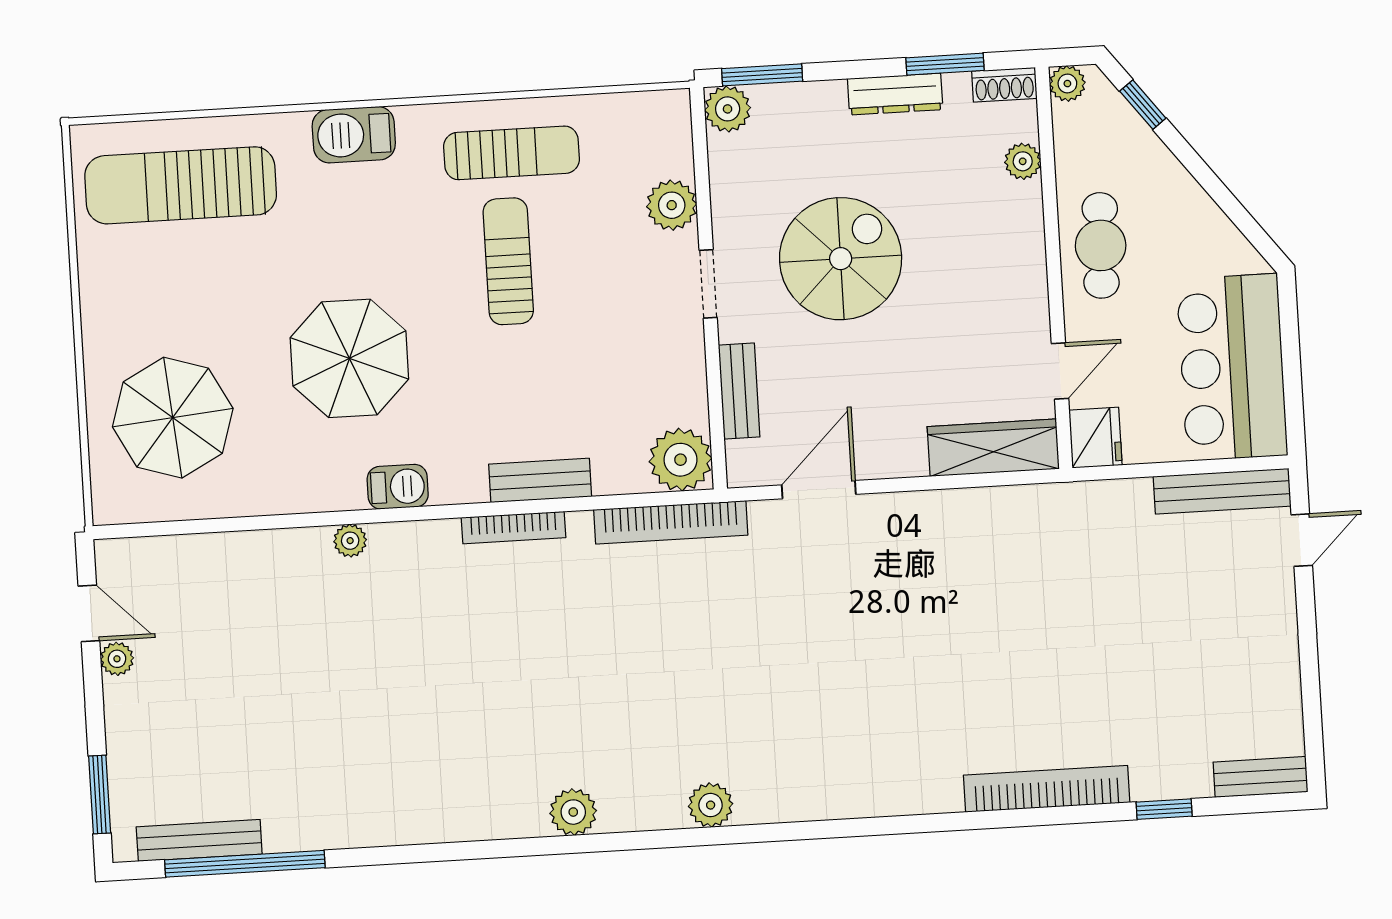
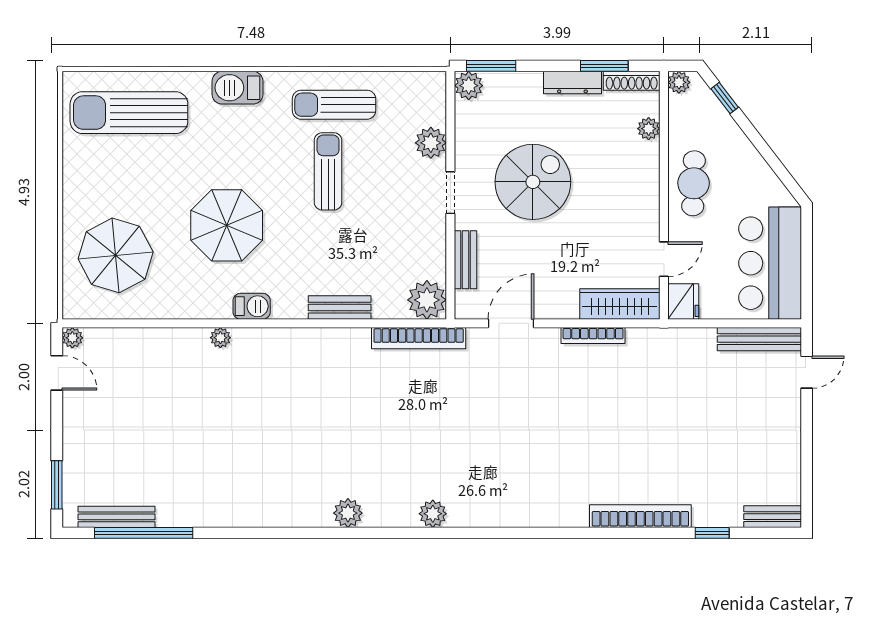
shoe rack: (1004, 85) -> (632, 81), width x1.43
sun lounger: (512, 153) -> (334, 105), turned 180
bookcase: (513, 528) -> (593, 336), moved
plant: (117, 659) -> (72, 338), moved

